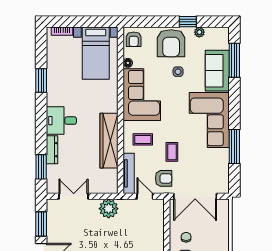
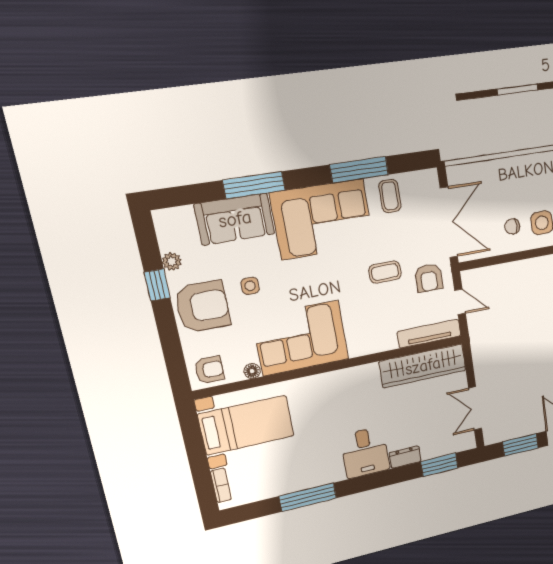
window: (234, 60) -> (254, 185), moved
window: (41, 80) -> (308, 497), width x1.44
coffee table: (143, 139) -> (390, 196), moved
wardrobe: (109, 141) -> (423, 366), moved
dresser: (52, 150) -> (405, 457), width x0.70
armchair: (164, 178) -> (429, 278), turned 180
door: (145, 196) -> (460, 302), swing flipped
plant: (109, 209) -> (486, 353), removed

